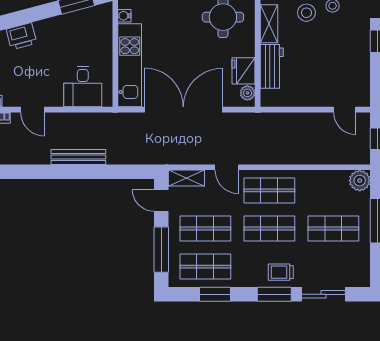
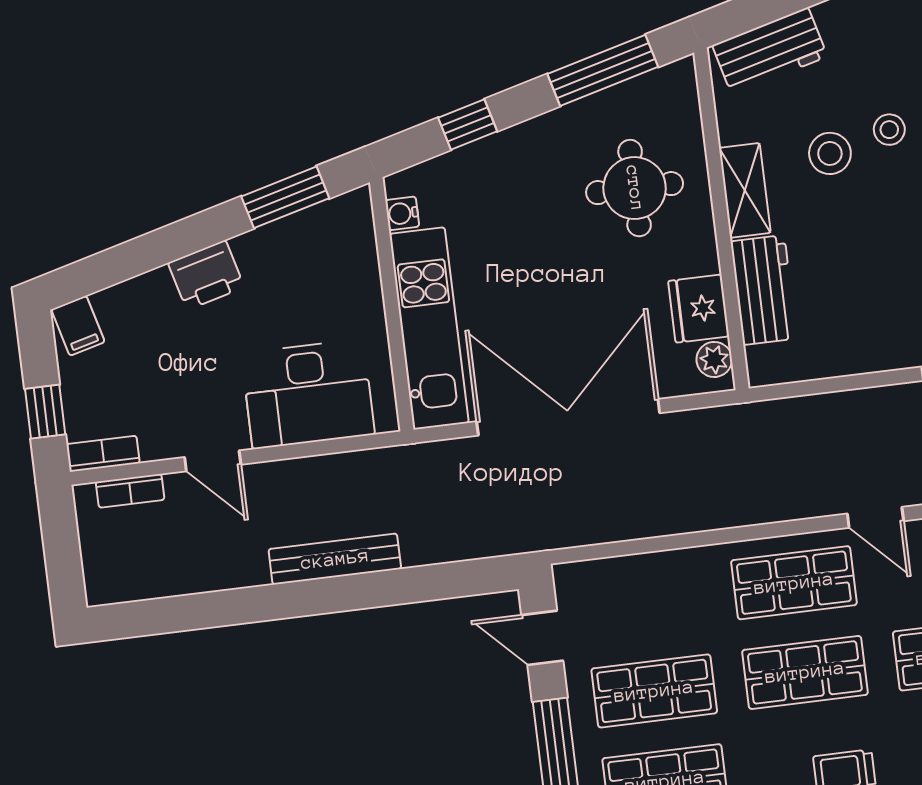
printer: (22, 36) -> (206, 275), moved
desk: (83, 87) -> (308, 394), width x1.37
door: (227, 167) -> (875, 517), moved
shelving: (186, 178) -> (595, 578), removed

